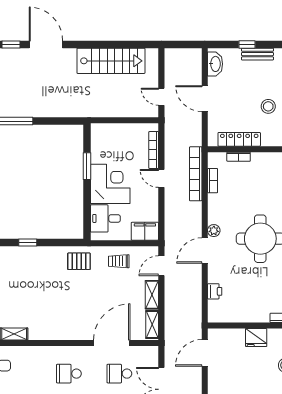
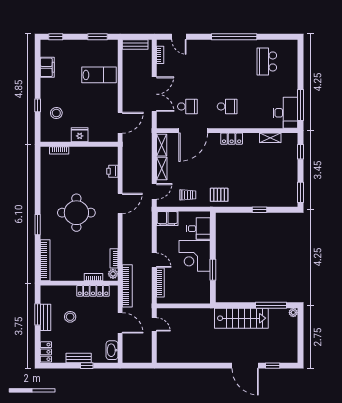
stairs: (111, 61) -> (241, 318), moved, turned 180
bookcase: (196, 174) -> (127, 286), moved
plant: (214, 231) -> (113, 274), moved
locker: (63, 333) -> (232, 139), added

